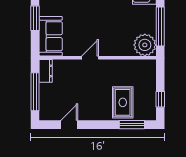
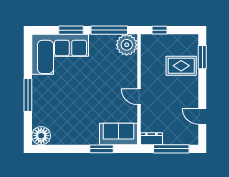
window: (160, 99) -> (160, 30), moved

